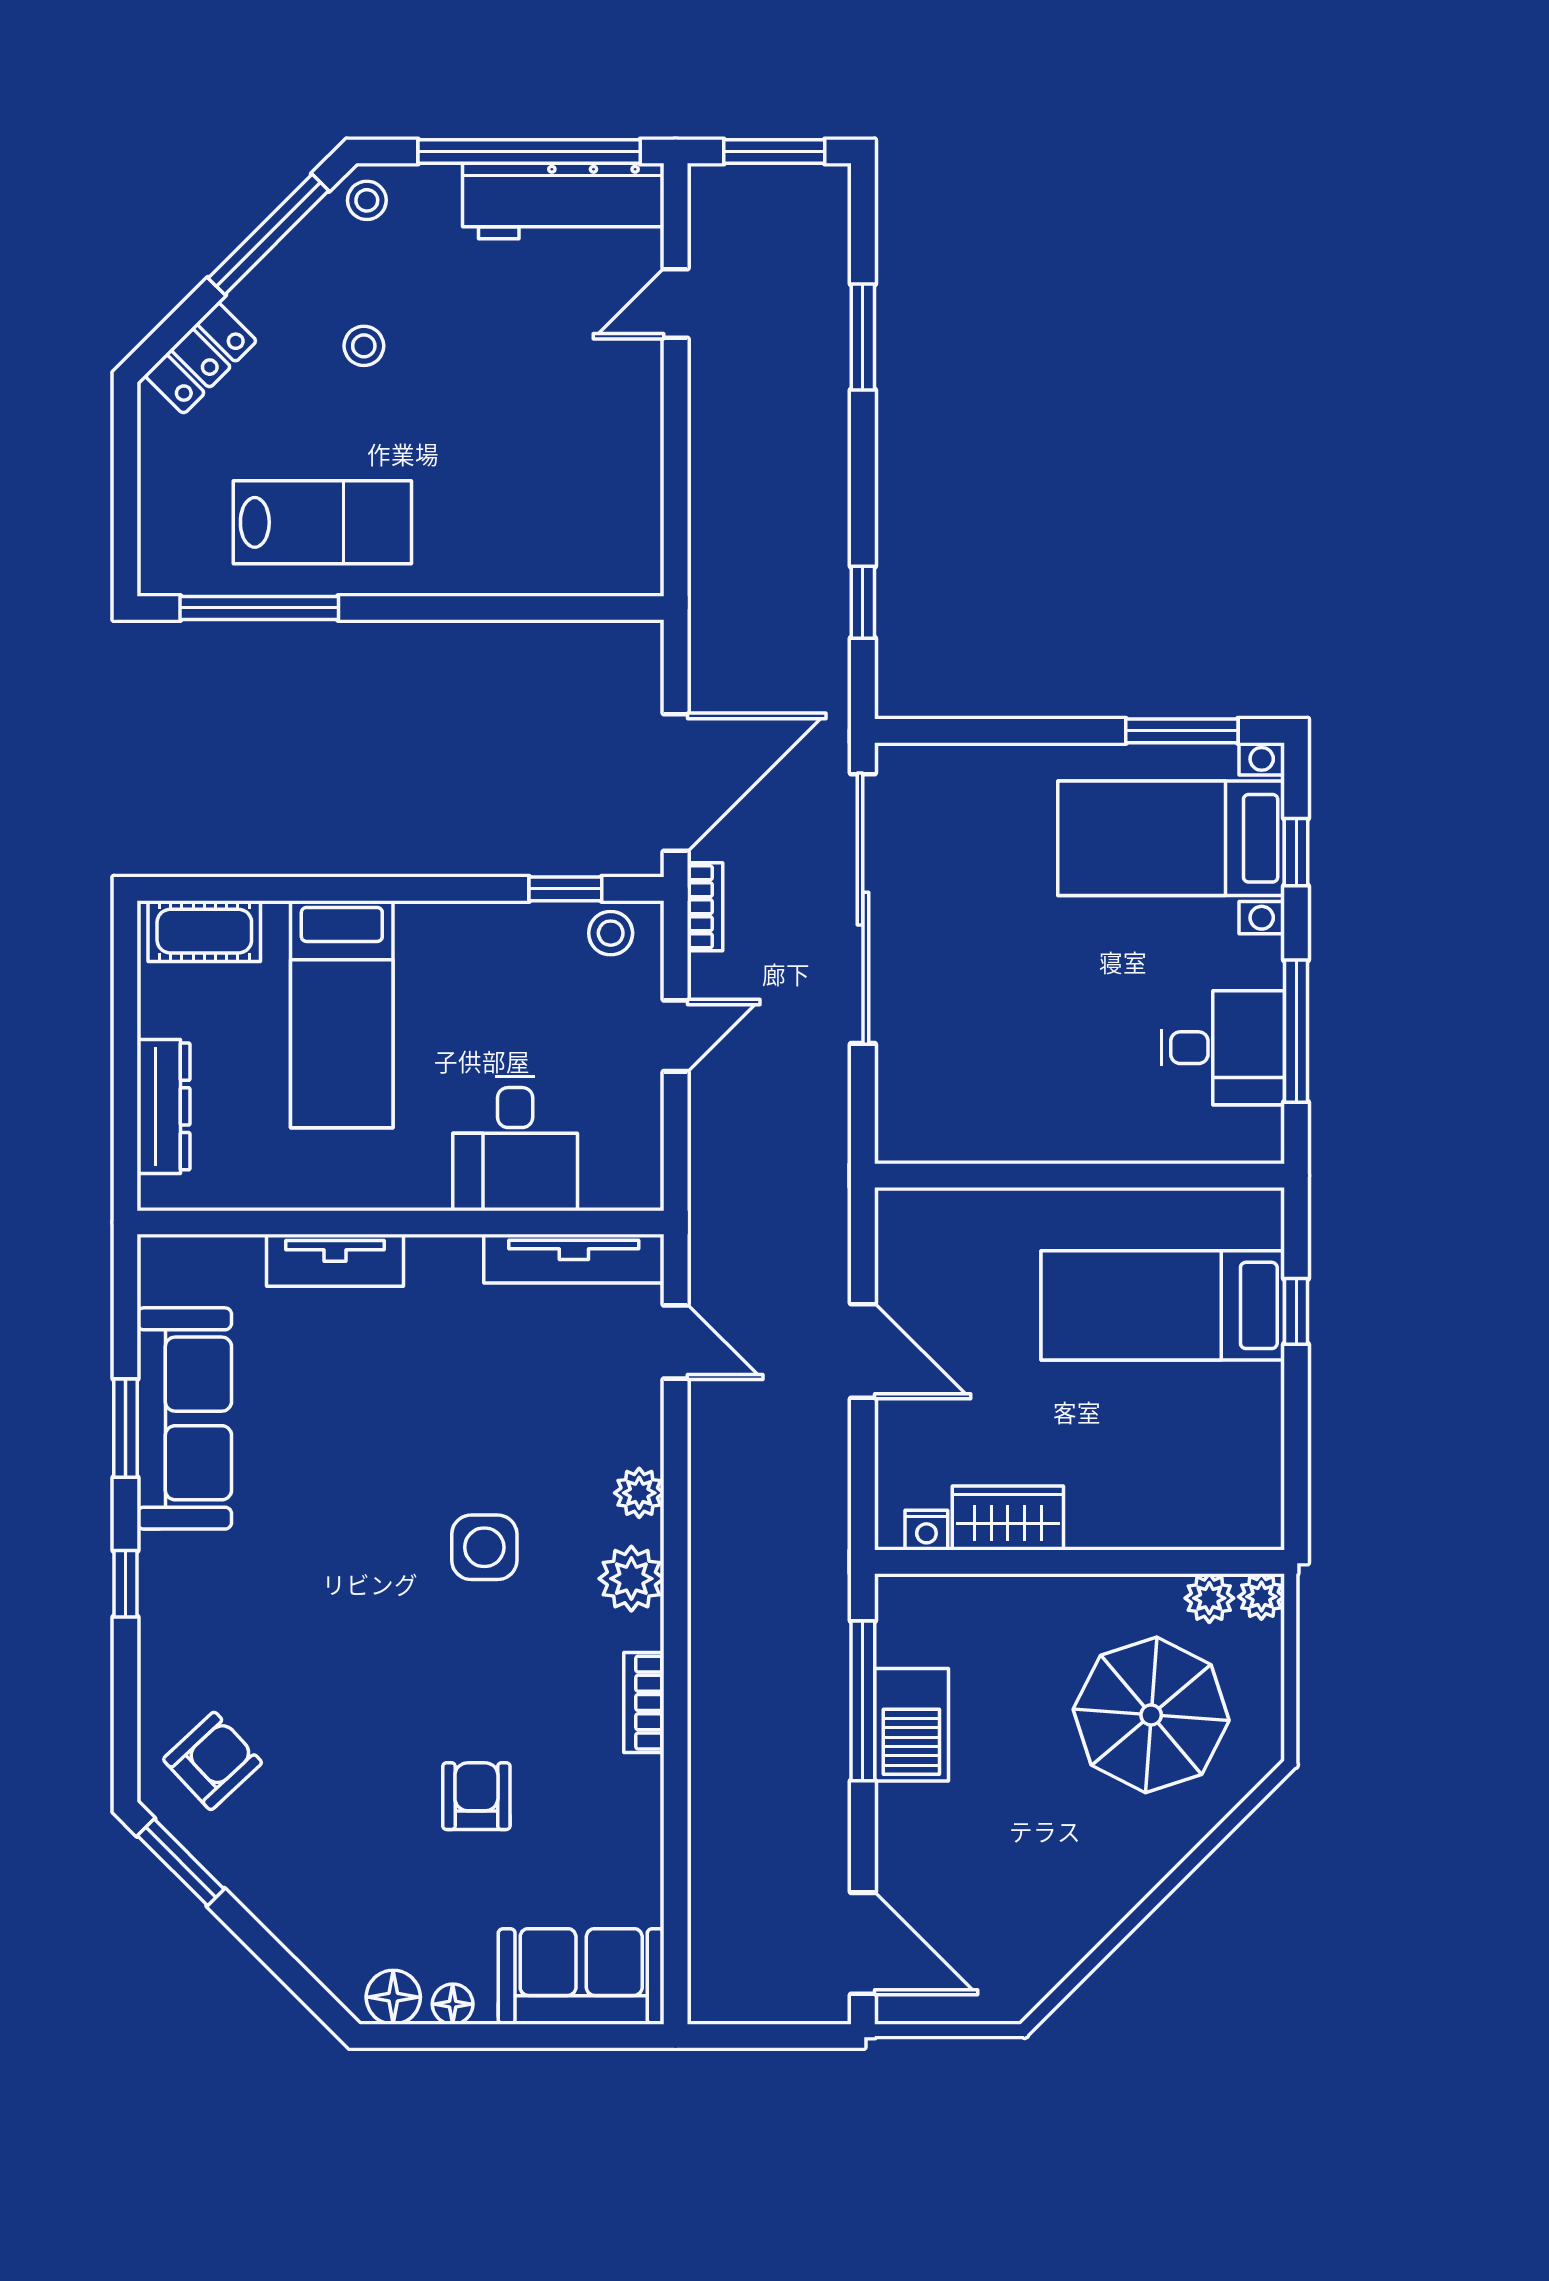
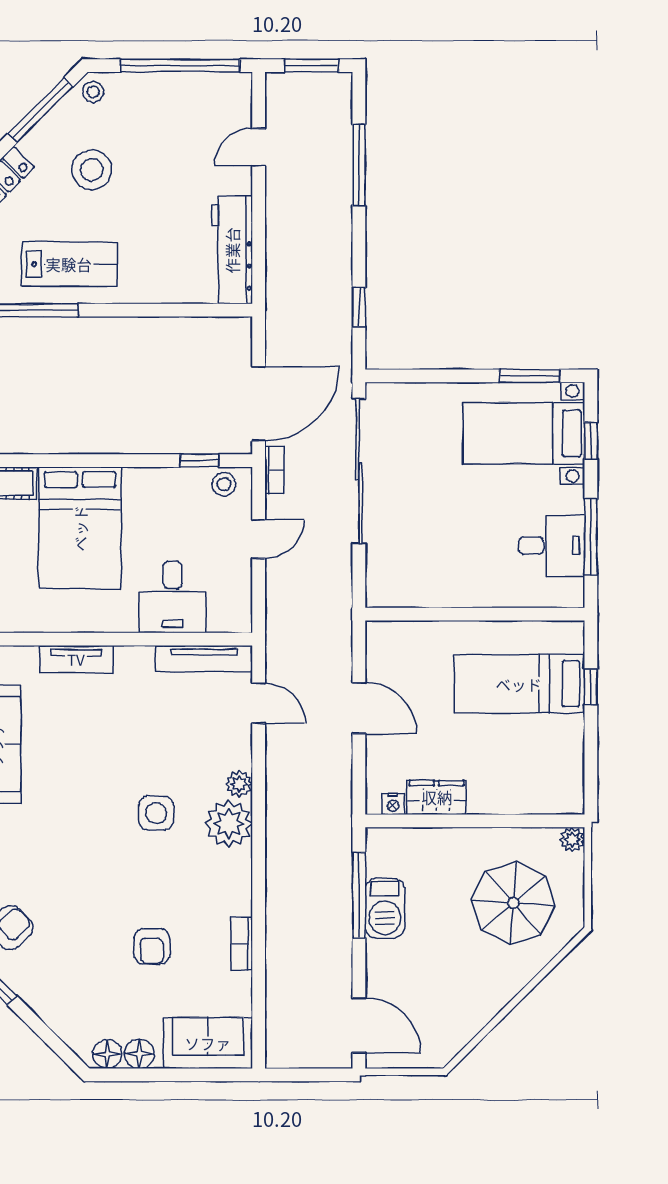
workbench: (563, 201) -> (232, 250), moved, turned 90
window: (863, 337) -> (359, 165), width x1.44
stool: (364, 346) -> (92, 170), width x1.89, depth x1.89
bed: (342, 1014) -> (80, 528), width x1.50
plant: (631, 1579) -> (229, 824), width x1.36, depth x1.36
plant: (1209, 1598) -> (544, 840), removed
bookcase: (644, 1703) -> (242, 944), moved
armchair: (476, 1796) -> (152, 946), turned 180
floor lamp: (453, 2004) -> (139, 1054), width x1.37, depth x1.37

